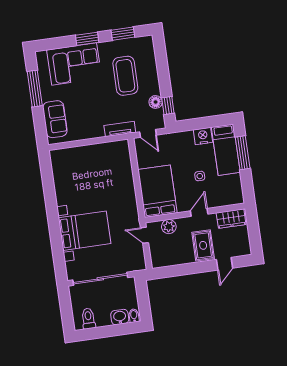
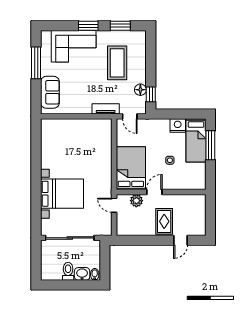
door: (199, 212) -> (154, 192), moved
wardrobe: (231, 219) -> (192, 201), removed
toilet: (88, 319) -> (68, 271), moved

